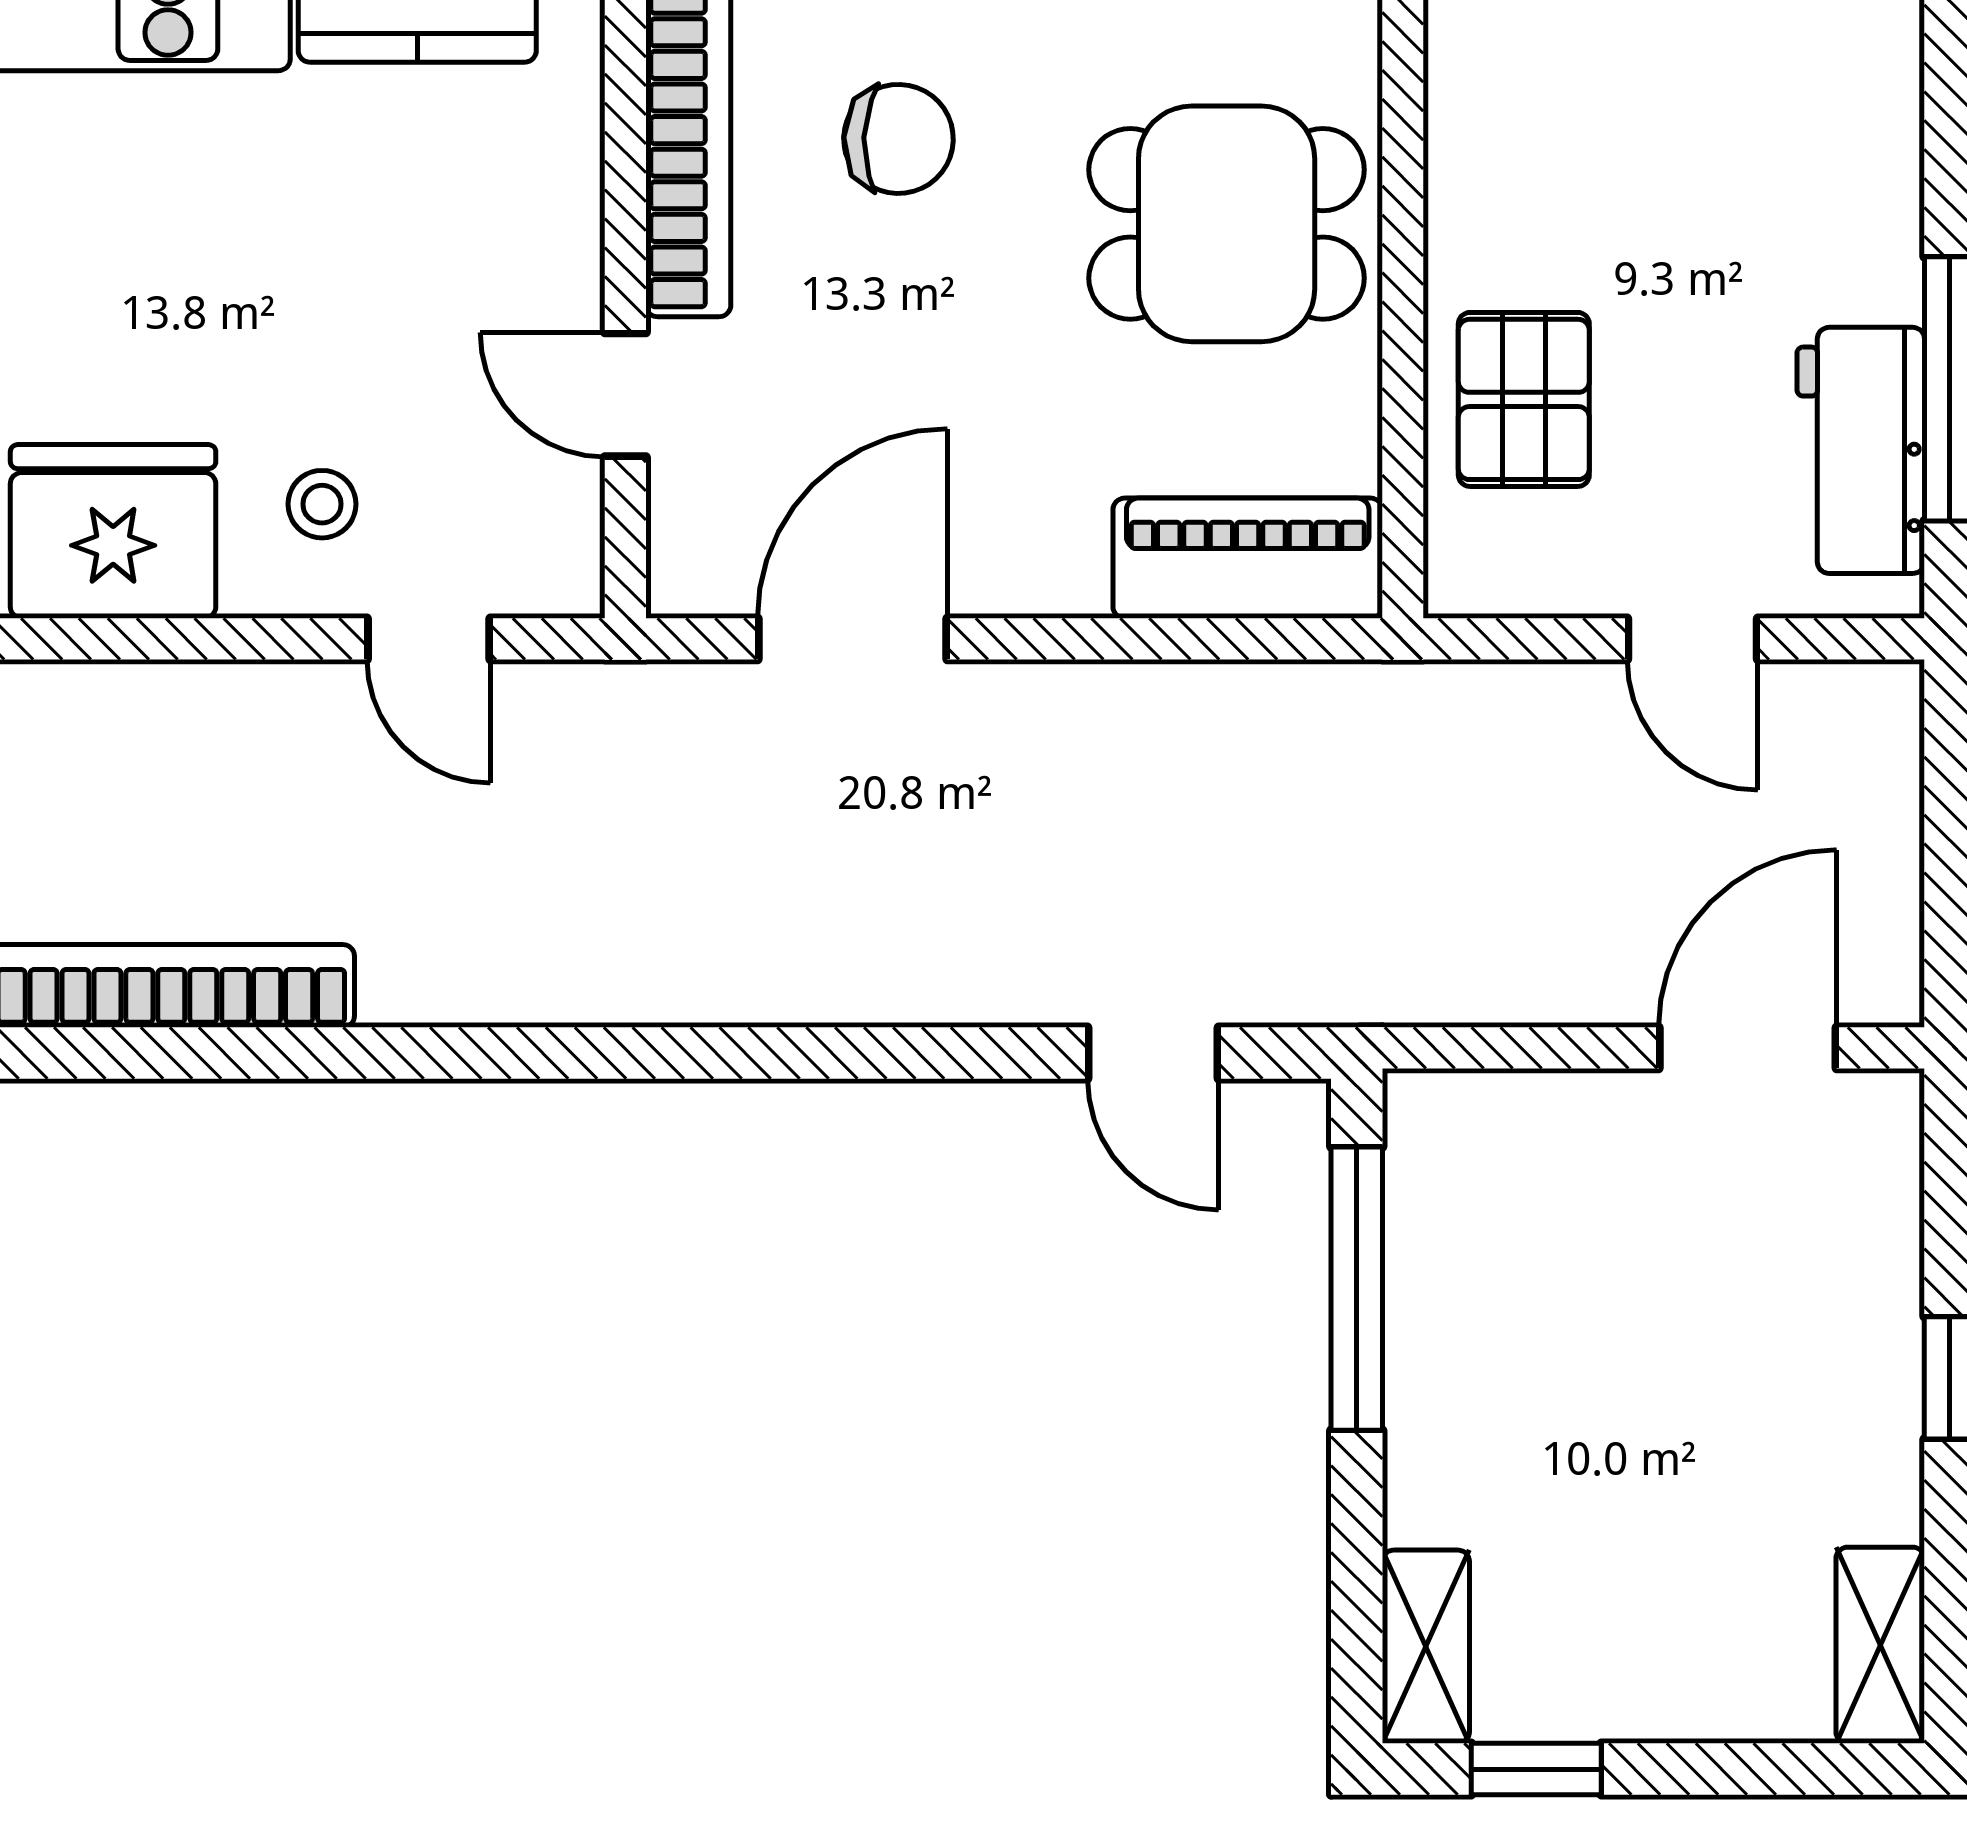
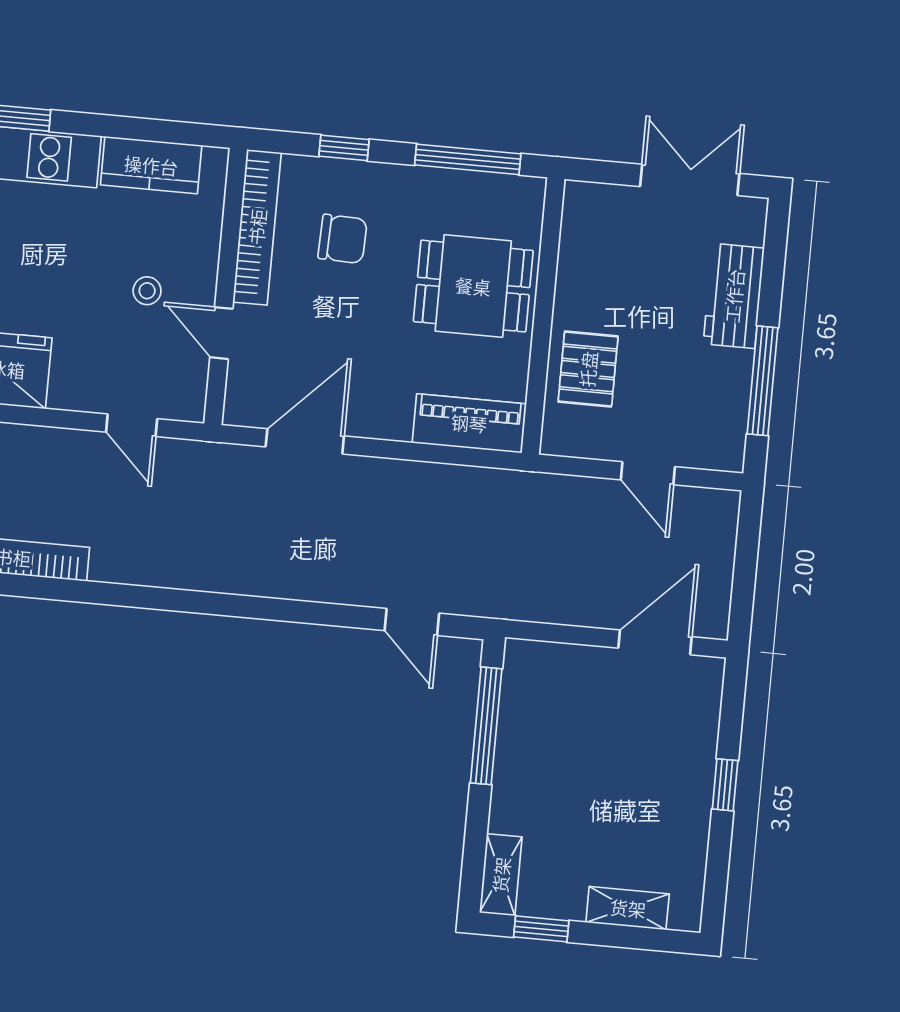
workbench: (1861, 450) -> (734, 296), moved
stool: (322, 504) -> (147, 291), moved
shelving: (1880, 1645) -> (628, 908), moved, turned 90

